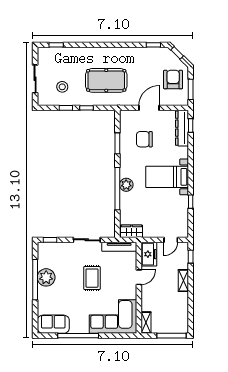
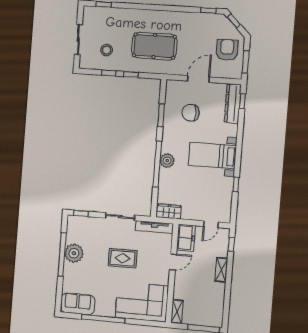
rug: (92, 278) -> (123, 258), turned 90

